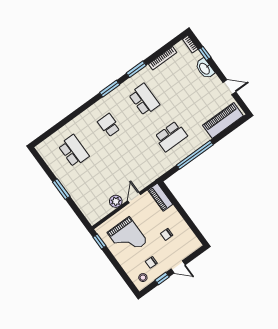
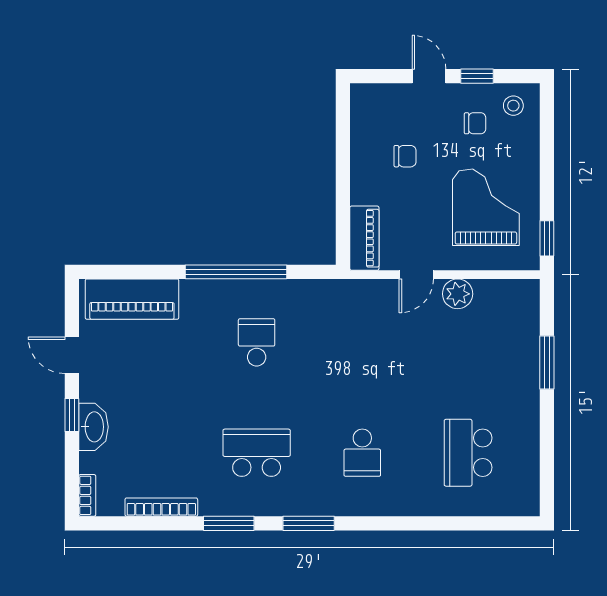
window: (205, 53) -> (72, 415), moved
school desk: (144, 100) -> (257, 453), turned 90
school desk: (171, 136) -> (257, 342), width x0.54
window: (61, 189) -> (547, 362), moved

